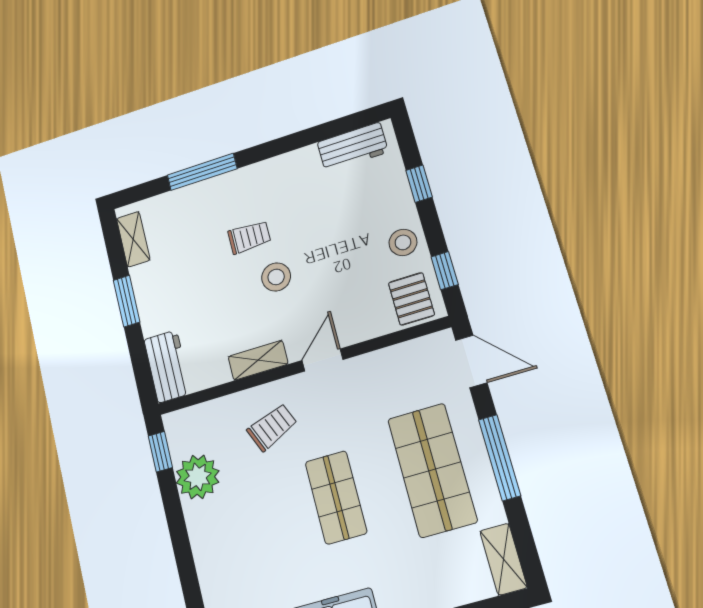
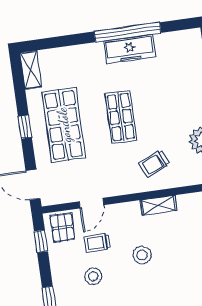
trolley: (249, 237) -> (97, 243), moved
stool: (403, 242) -> (93, 276), moved
door: (323, 360) -> (91, 203), moved
window: (500, 458) -> (25, 127), width x0.46

